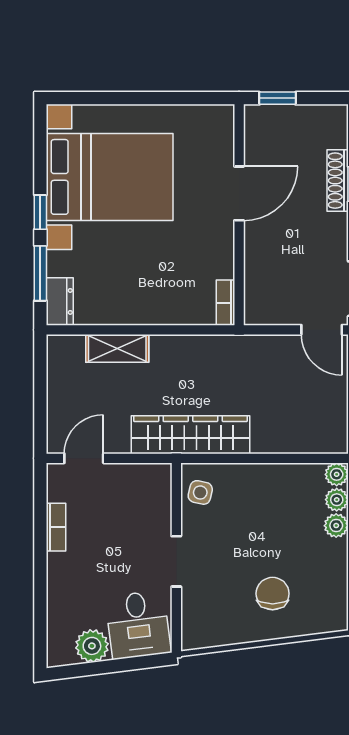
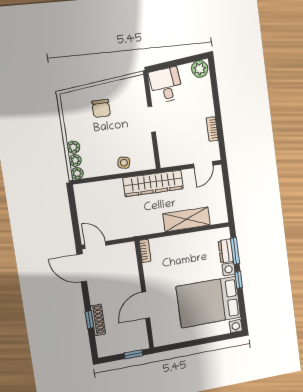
dresser: (60, 301) -> (226, 251), moved
shelving: (117, 348) -> (187, 219), width x1.50, depth x1.33
side table: (200, 492) -> (124, 163), moved
plant: (92, 646) -> (200, 69), moved

